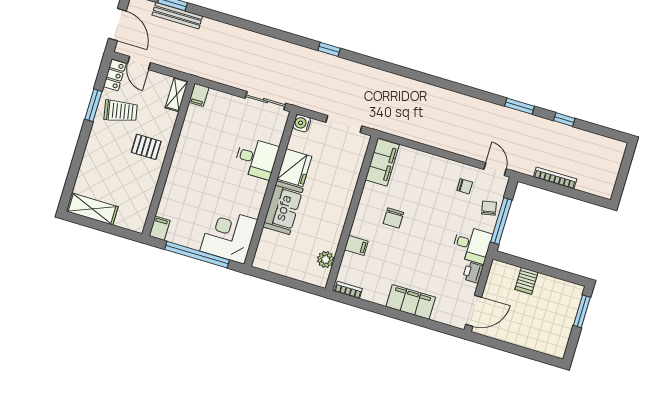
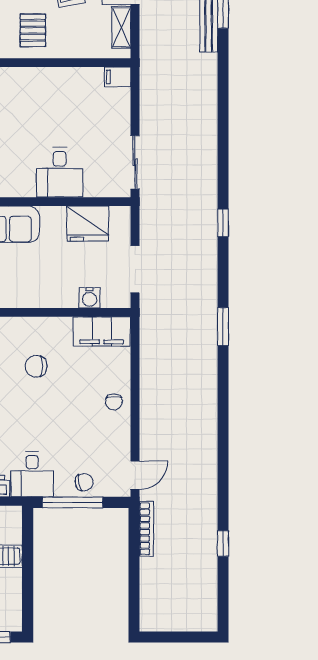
shelving: (177, 94) -> (121, 27), moved, turned 90
window: (520, 106) -> (223, 327), moved
water cooler: (302, 123) -> (90, 298), moved, turned 180
fridge: (294, 168) -> (88, 224), moved
bookcase: (555, 178) -> (146, 529), moved
chair: (465, 186) -> (114, 402), moved

